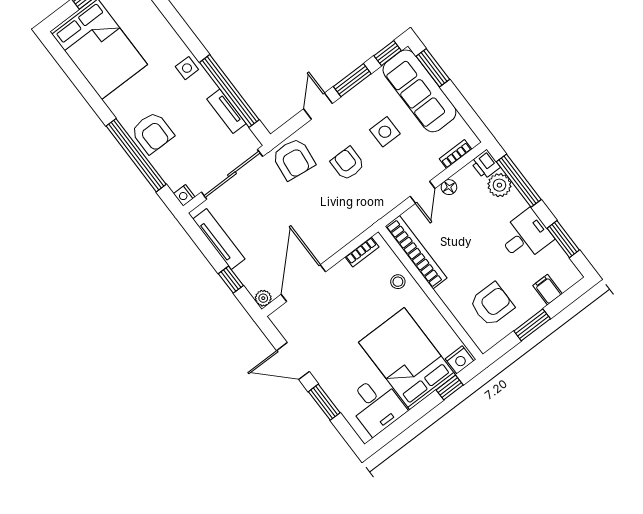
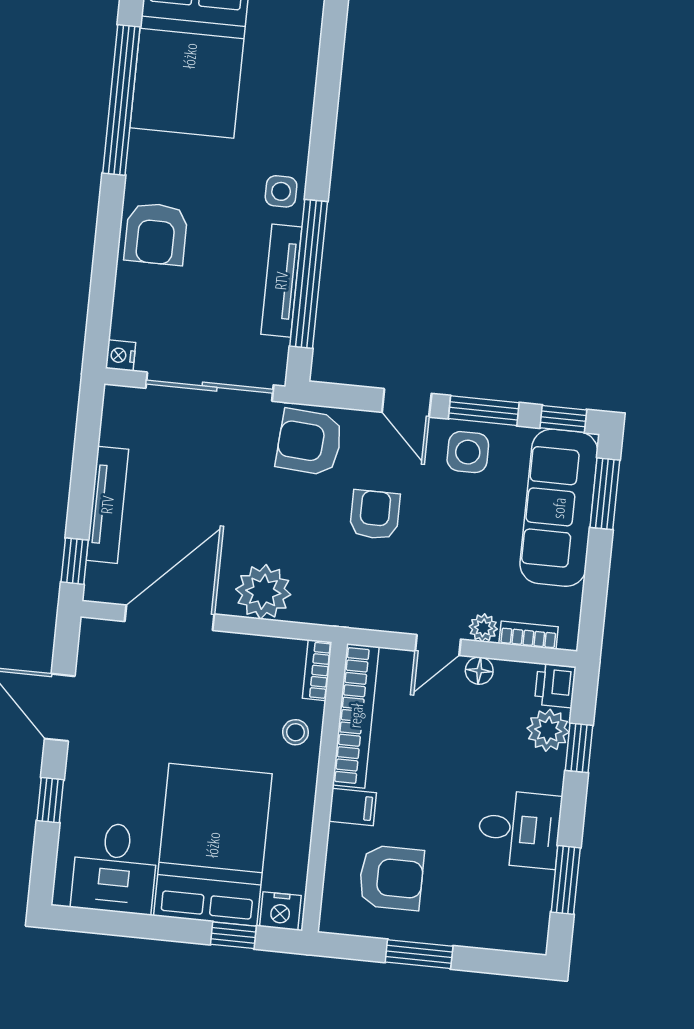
door: (318, 106) -> (407, 403), swing flipped
tv unit: (226, 111) -> (281, 281), width x1.41
side table: (385, 132) -> (468, 452), moved
window: (136, 155) -> (121, 100), moved
armchair: (294, 159) -> (309, 442), turned 87
plant: (434, 168) -> (483, 628), added
window: (519, 181) -> (579, 748), width x0.46
tv unit: (219, 239) -> (107, 505), moved
bookcase: (362, 252) -> (317, 670), moved, turned 90
window: (231, 280) -> (75, 561), moved
filing cabinet: (547, 290) -> (353, 807), moved, turned 90
plant: (263, 298) -> (263, 592), moved, width x1.87, depth x1.87
window: (324, 402) -> (50, 800), width x0.67

